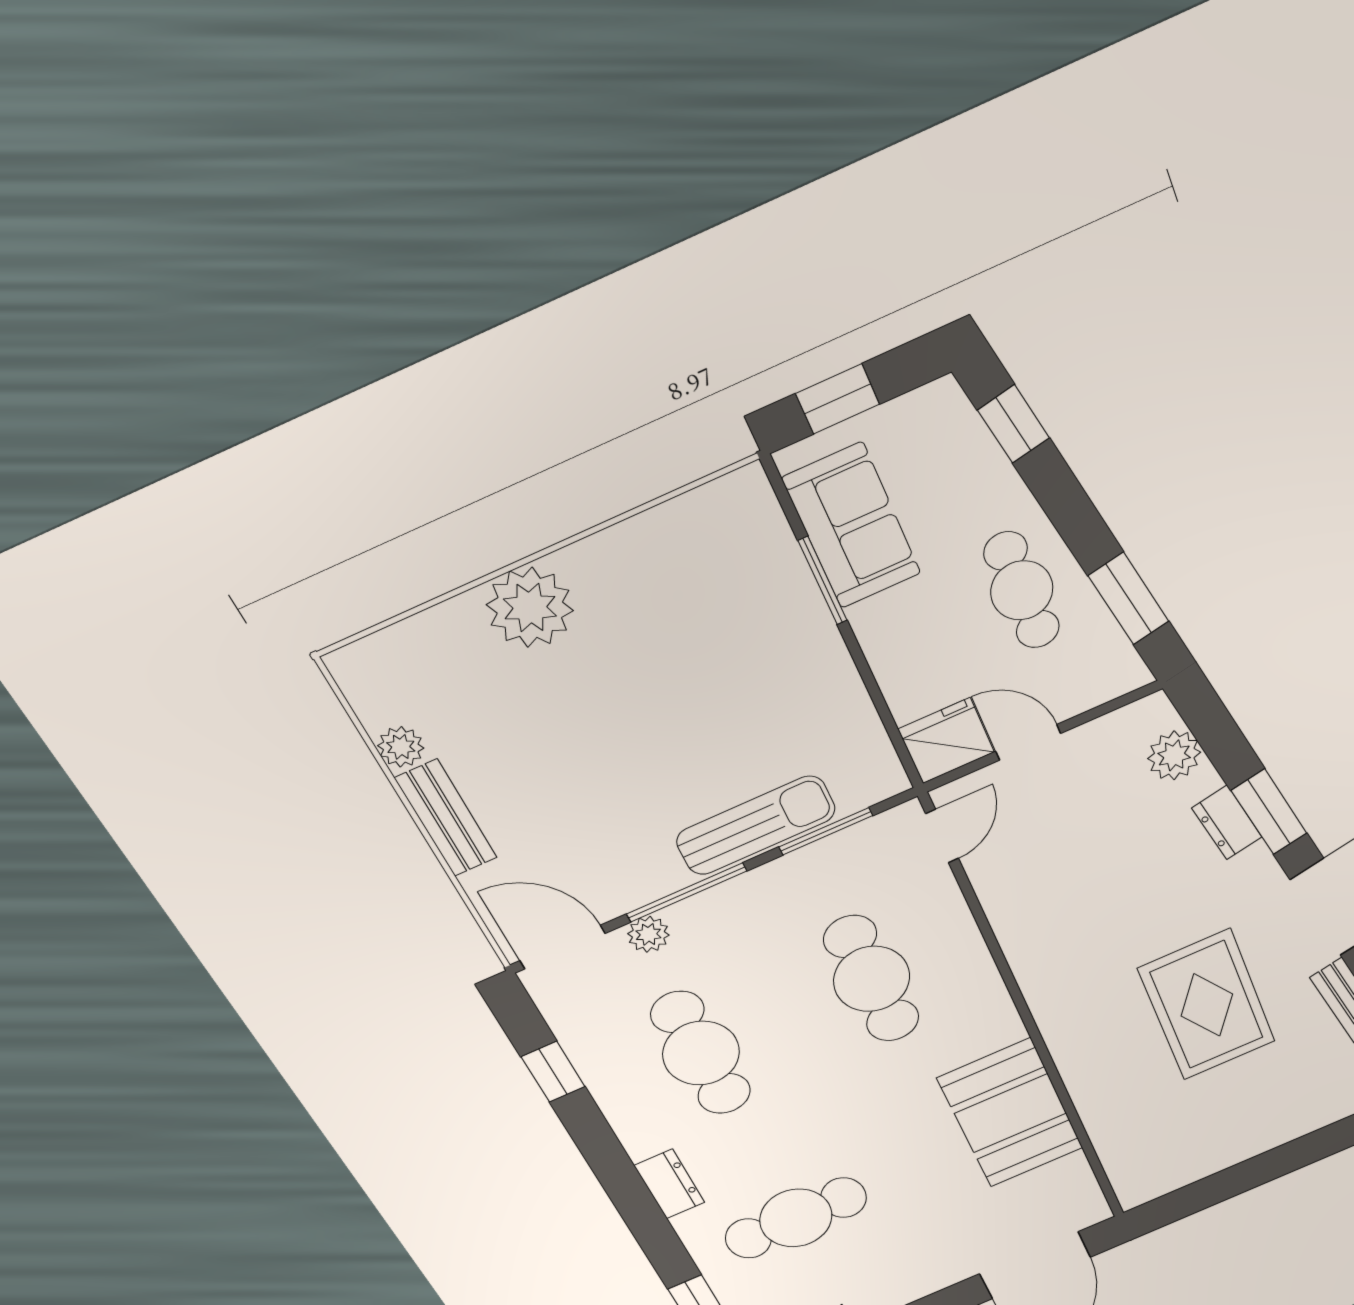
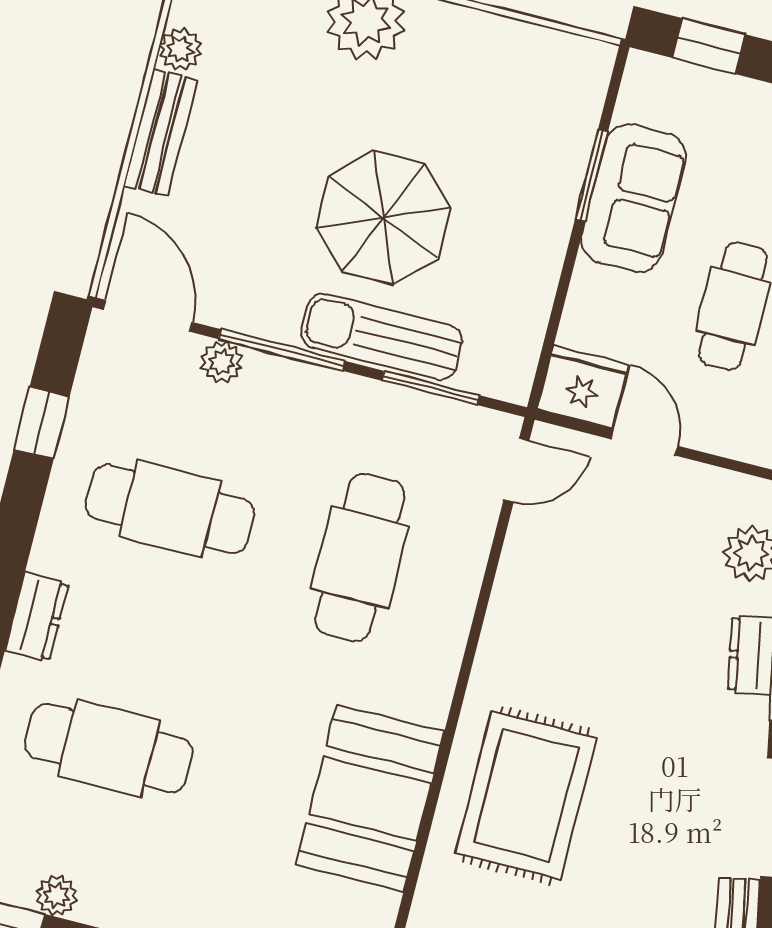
sofa: (852, 526) -> (634, 198), moved
parasol: (681, 742) -> (384, 218), added
sun lounger: (756, 825) -> (382, 337), turned 180
rug: (1207, 1005) -> (526, 795), moved
cafe table: (701, 1053) -> (170, 509), turned 90

